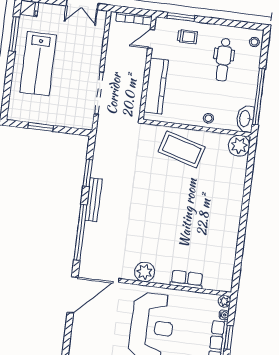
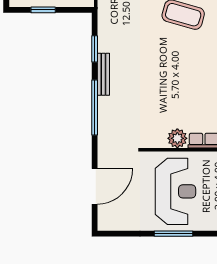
plant: (145, 272) -> (177, 138), moved
door: (73, 295) -> (95, 186), moved

